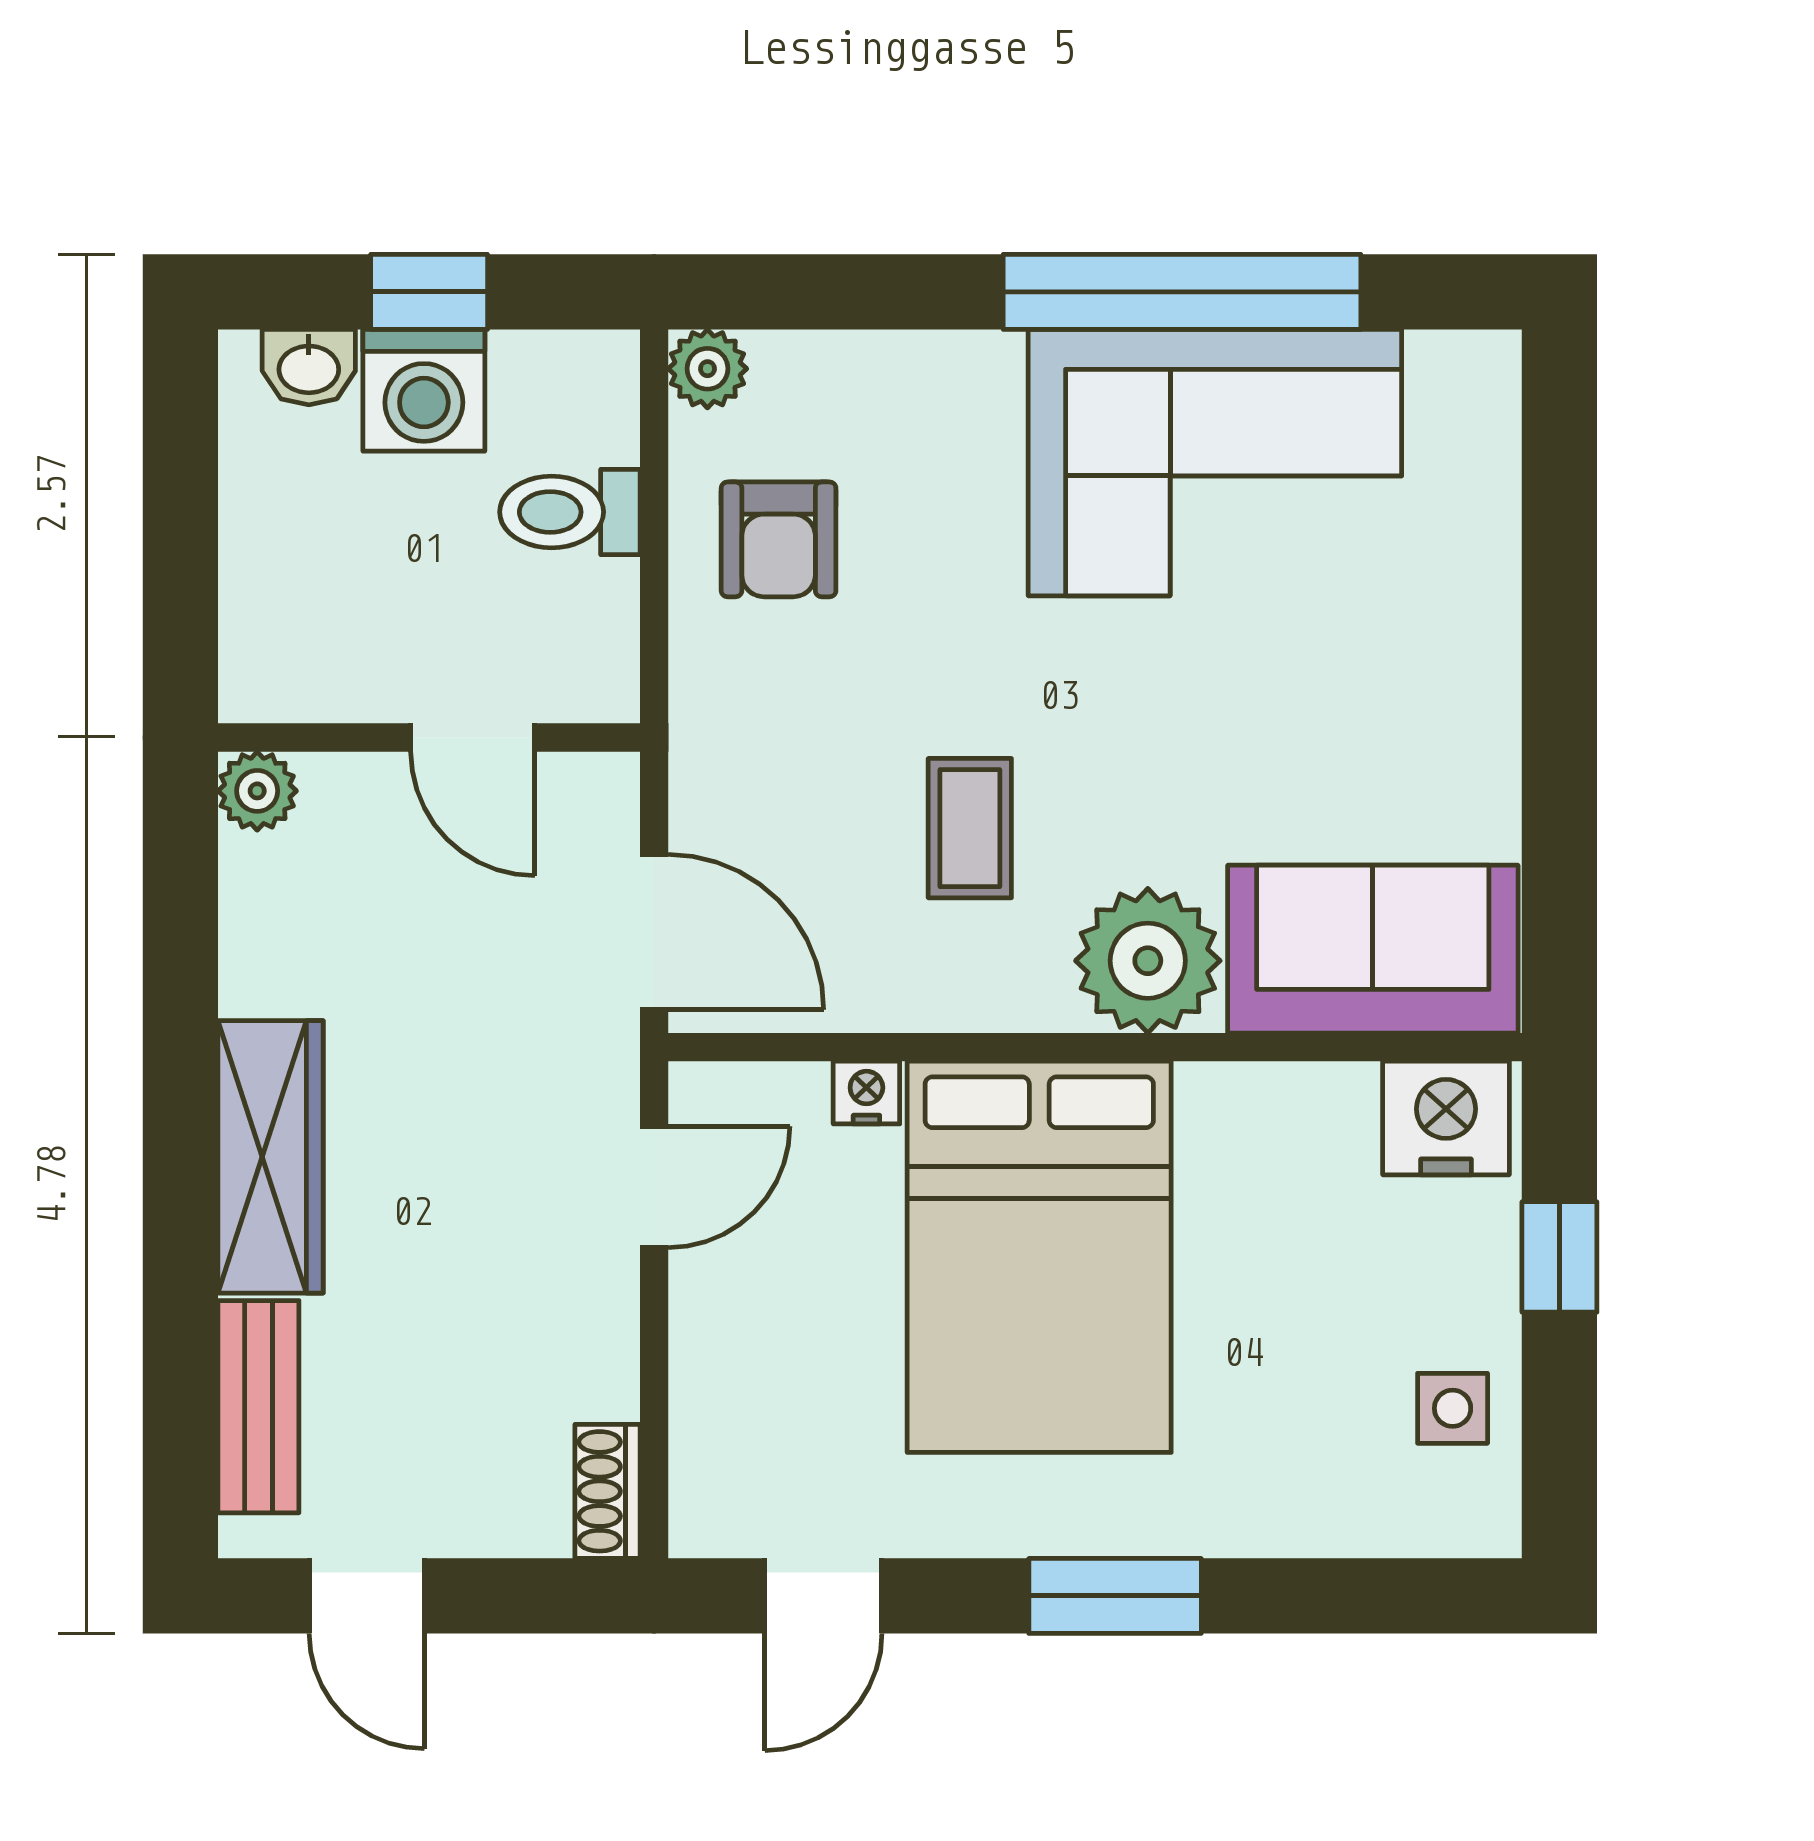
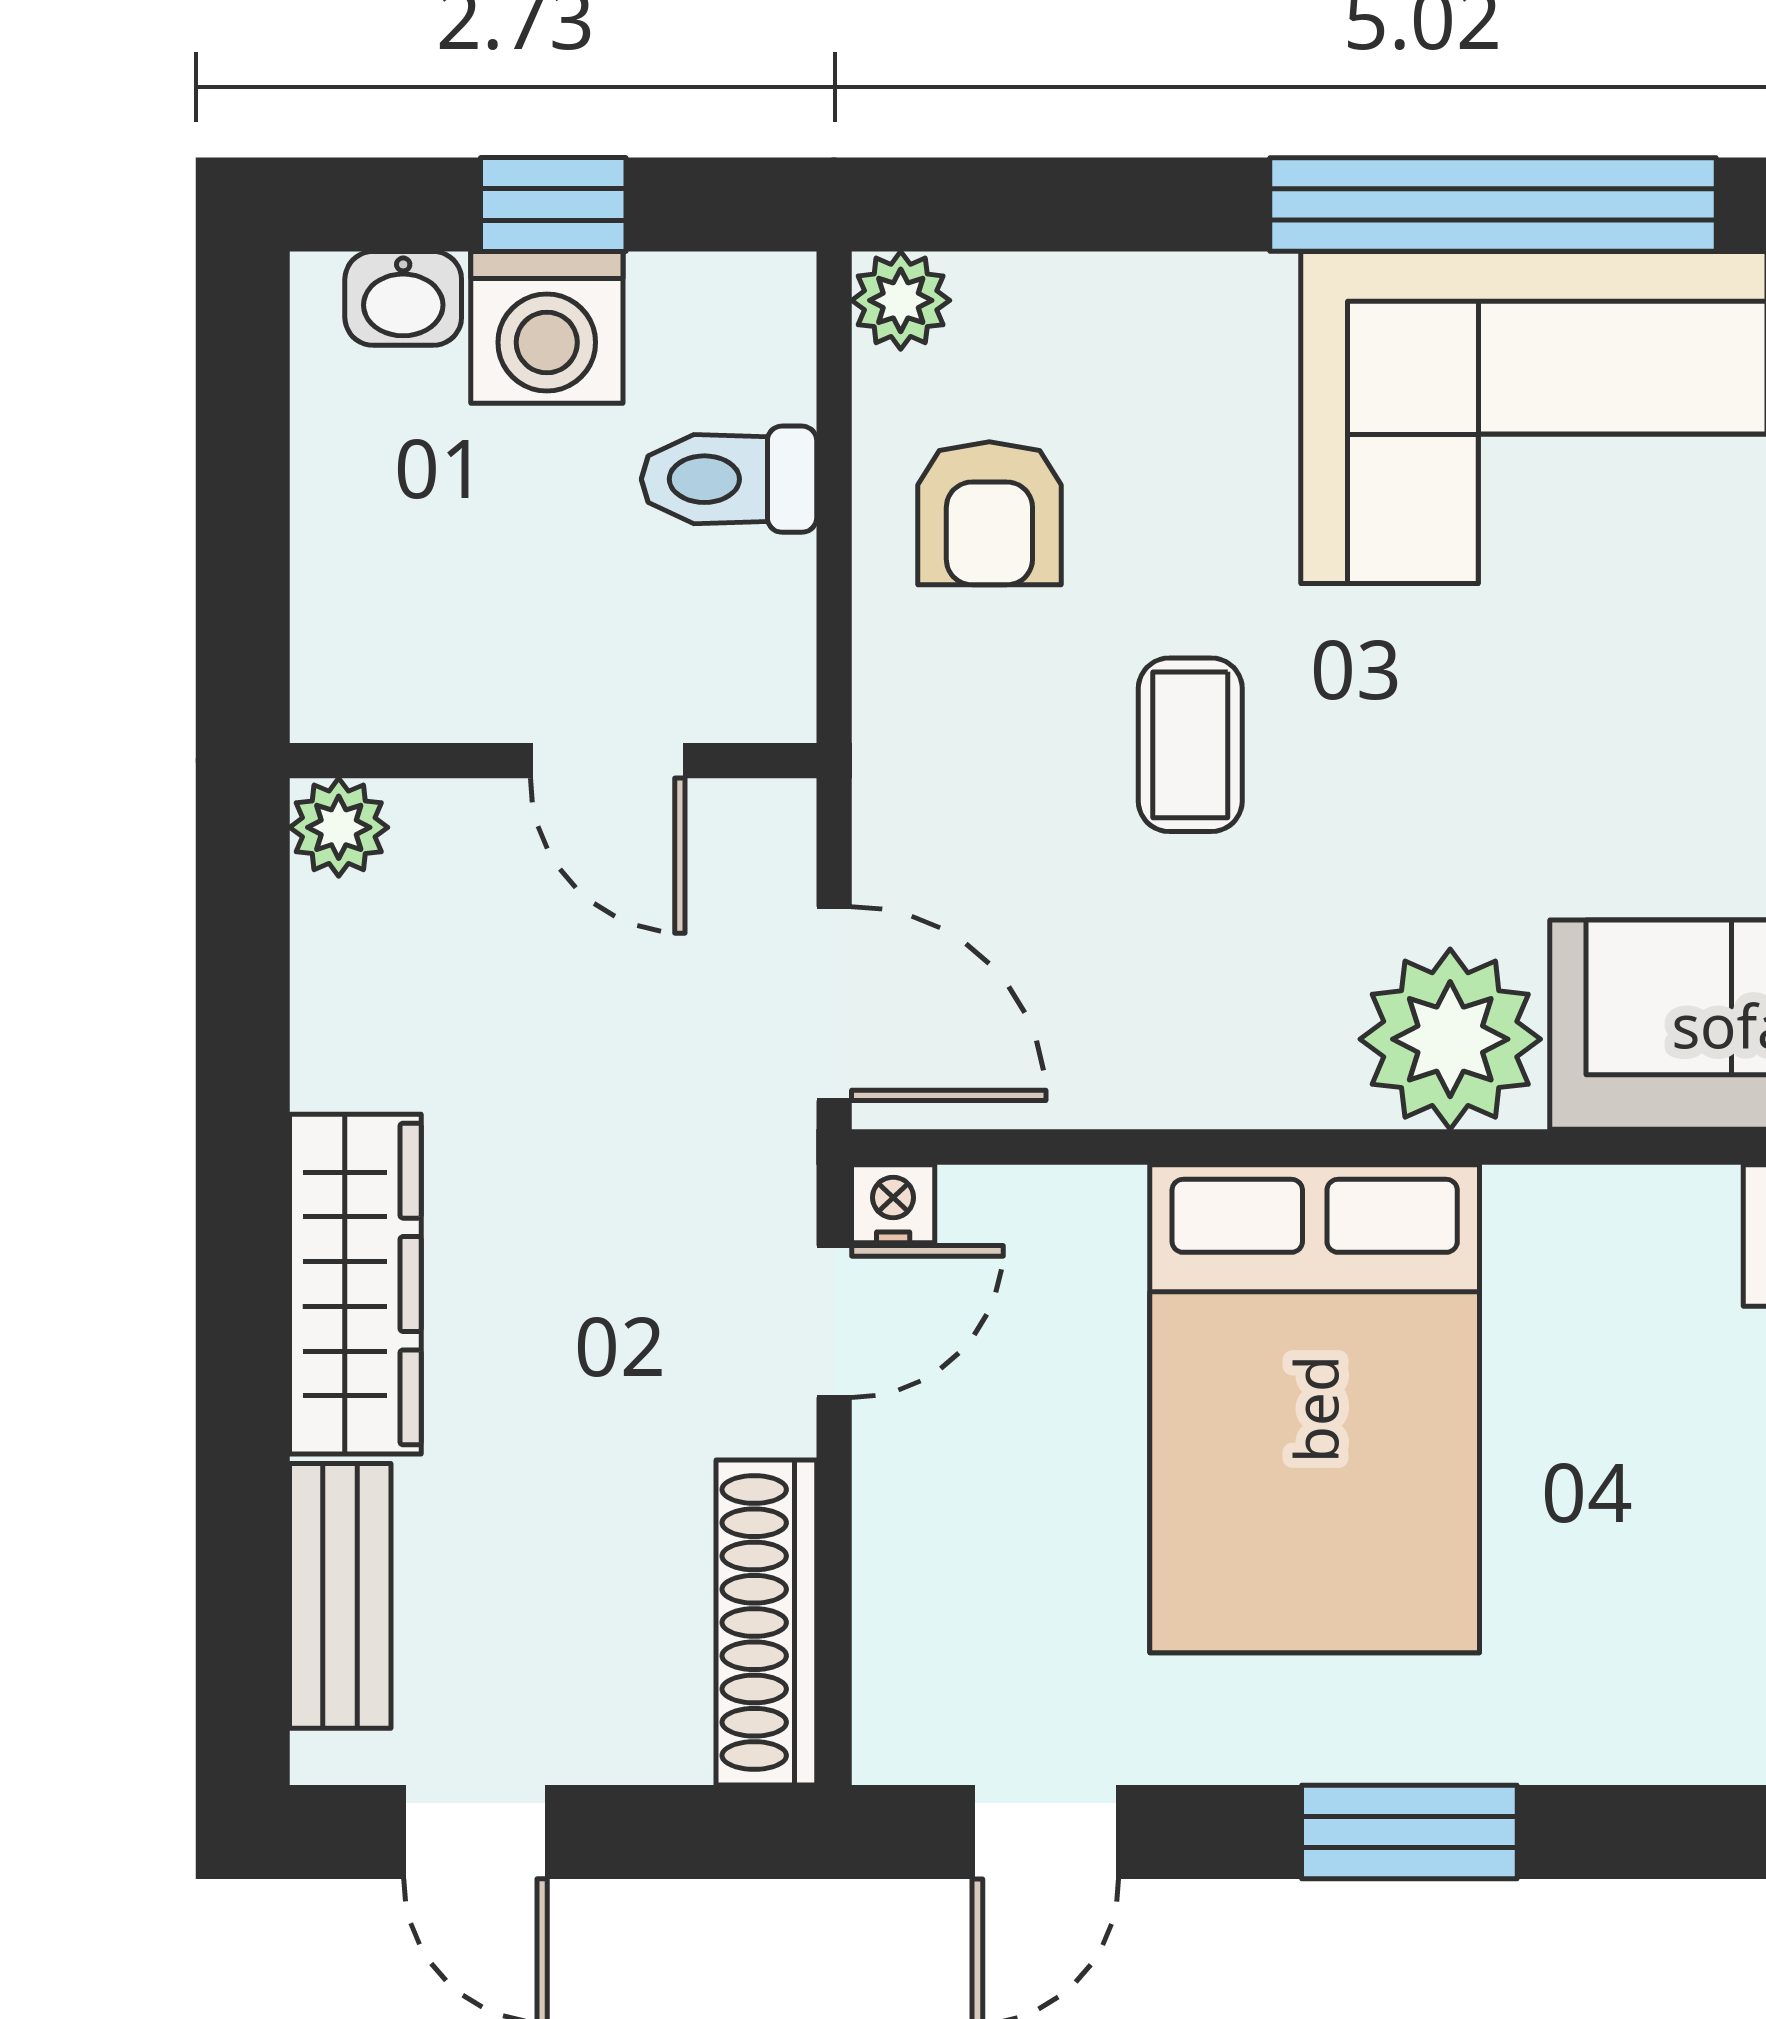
coffee table: (970, 828) -> (1190, 745), moved
nightstand: (866, 1093) -> (893, 1204), moved
shoe rack: (607, 1491) -> (766, 1622), width x1.94, depth x1.24

